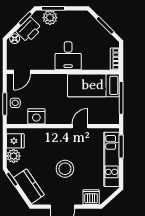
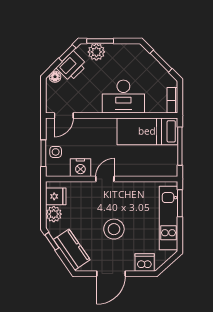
desk: (68, 56) -> (123, 97), width x1.37
door: (80, 126) -> (105, 179), moved

